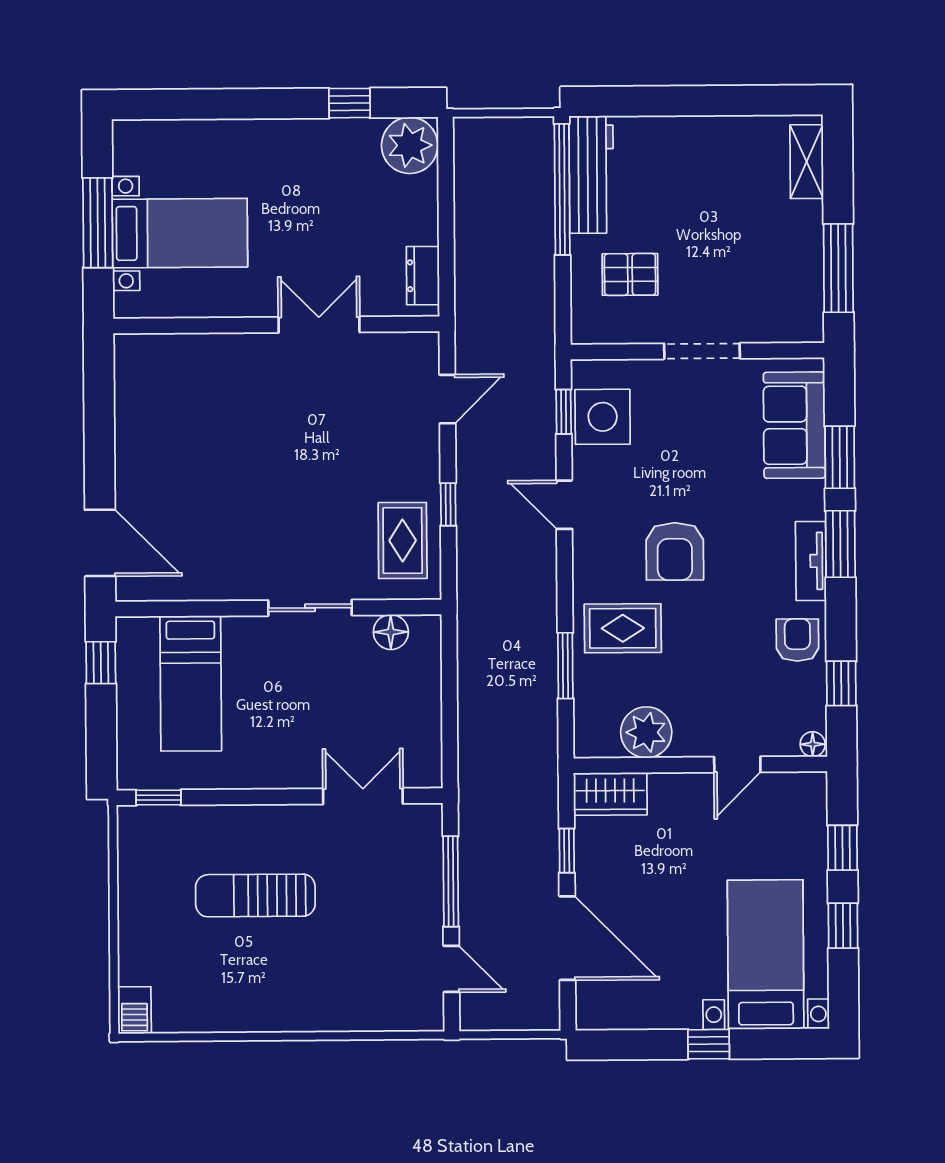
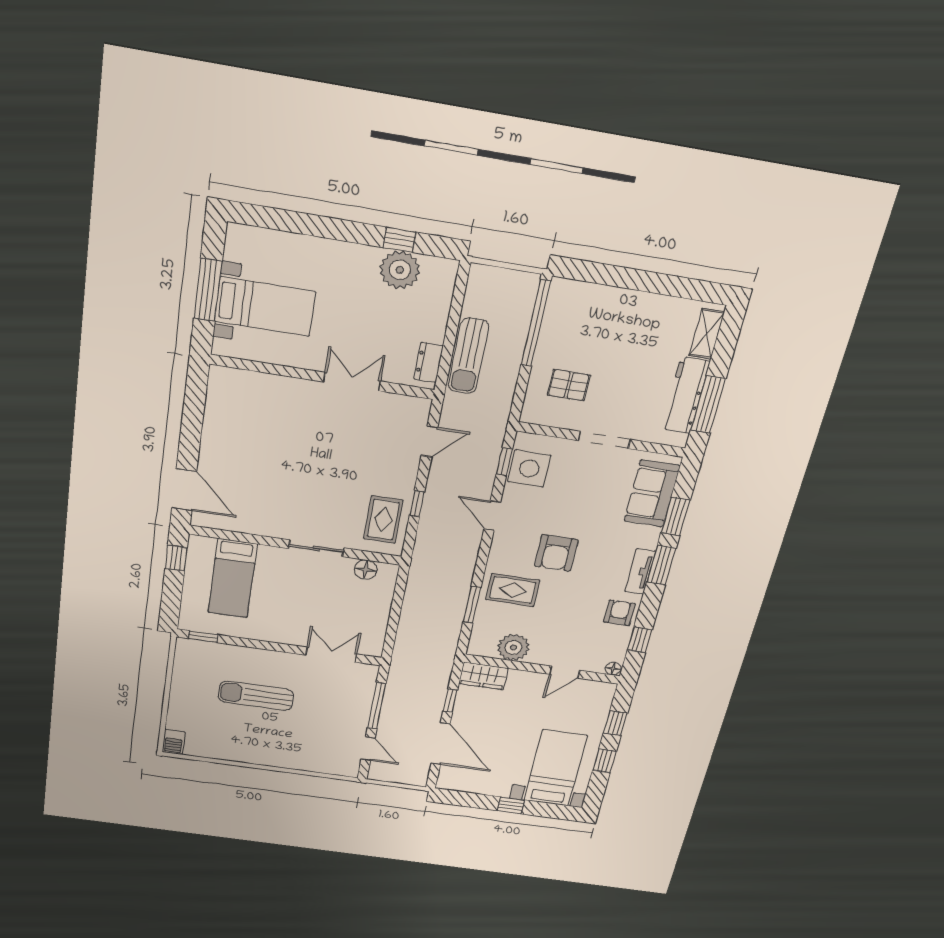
plant: (410, 145) -> (400, 270), moved
workbench: (591, 175) -> (685, 395), moved, turned 180
sun lounger: (478, 255) -> (469, 356), added

